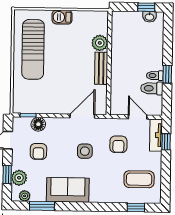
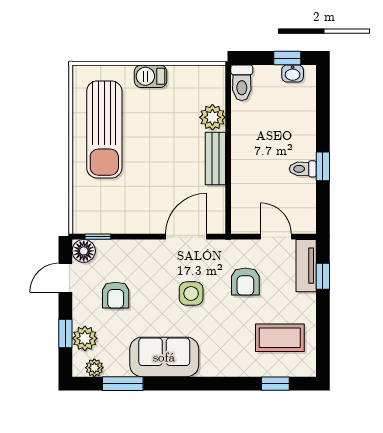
toilet: (152, 88) -> (242, 83), moved, turned -90
floor lamp: (38, 124) -> (84, 251), moved

